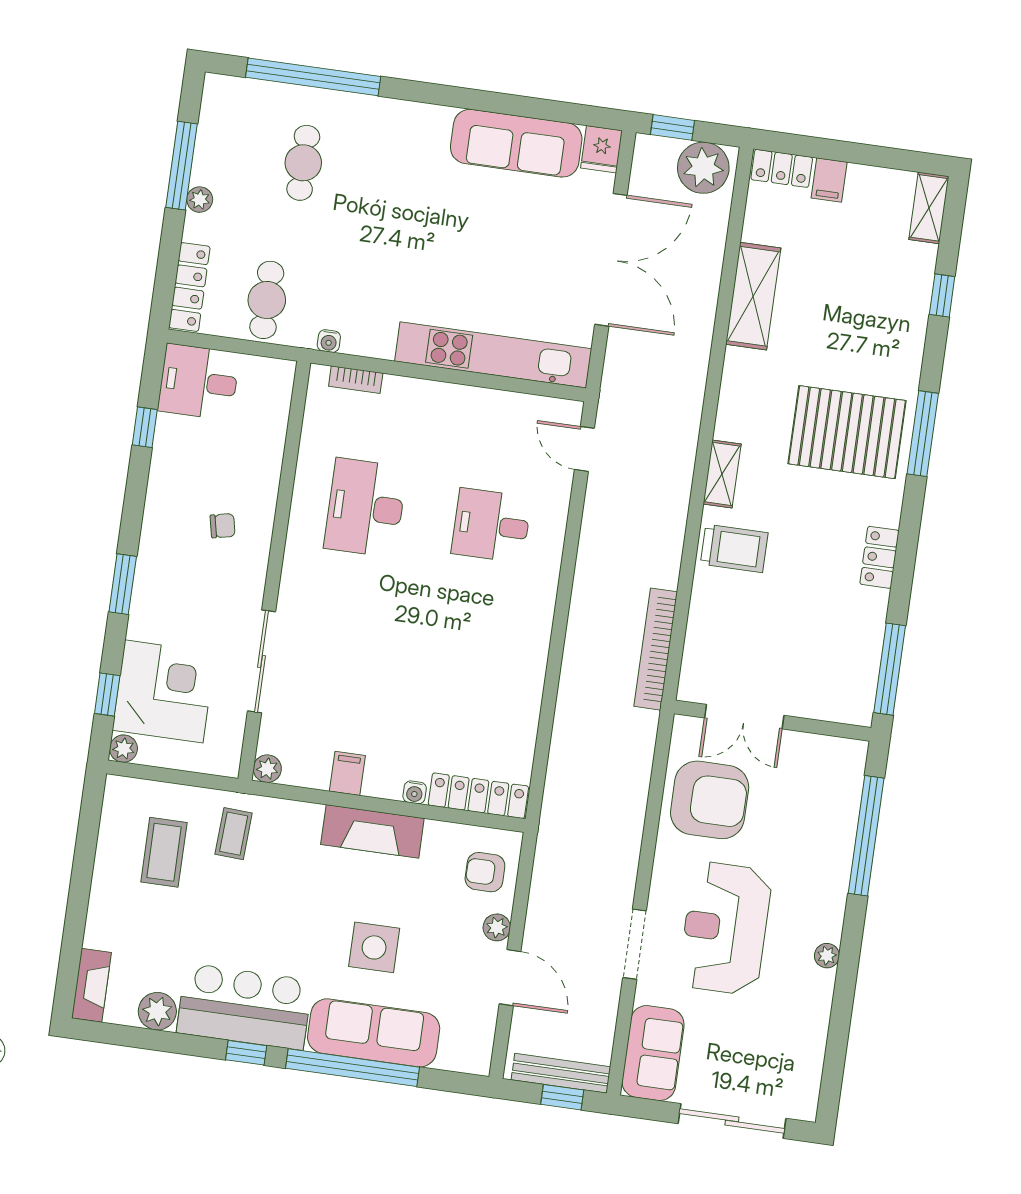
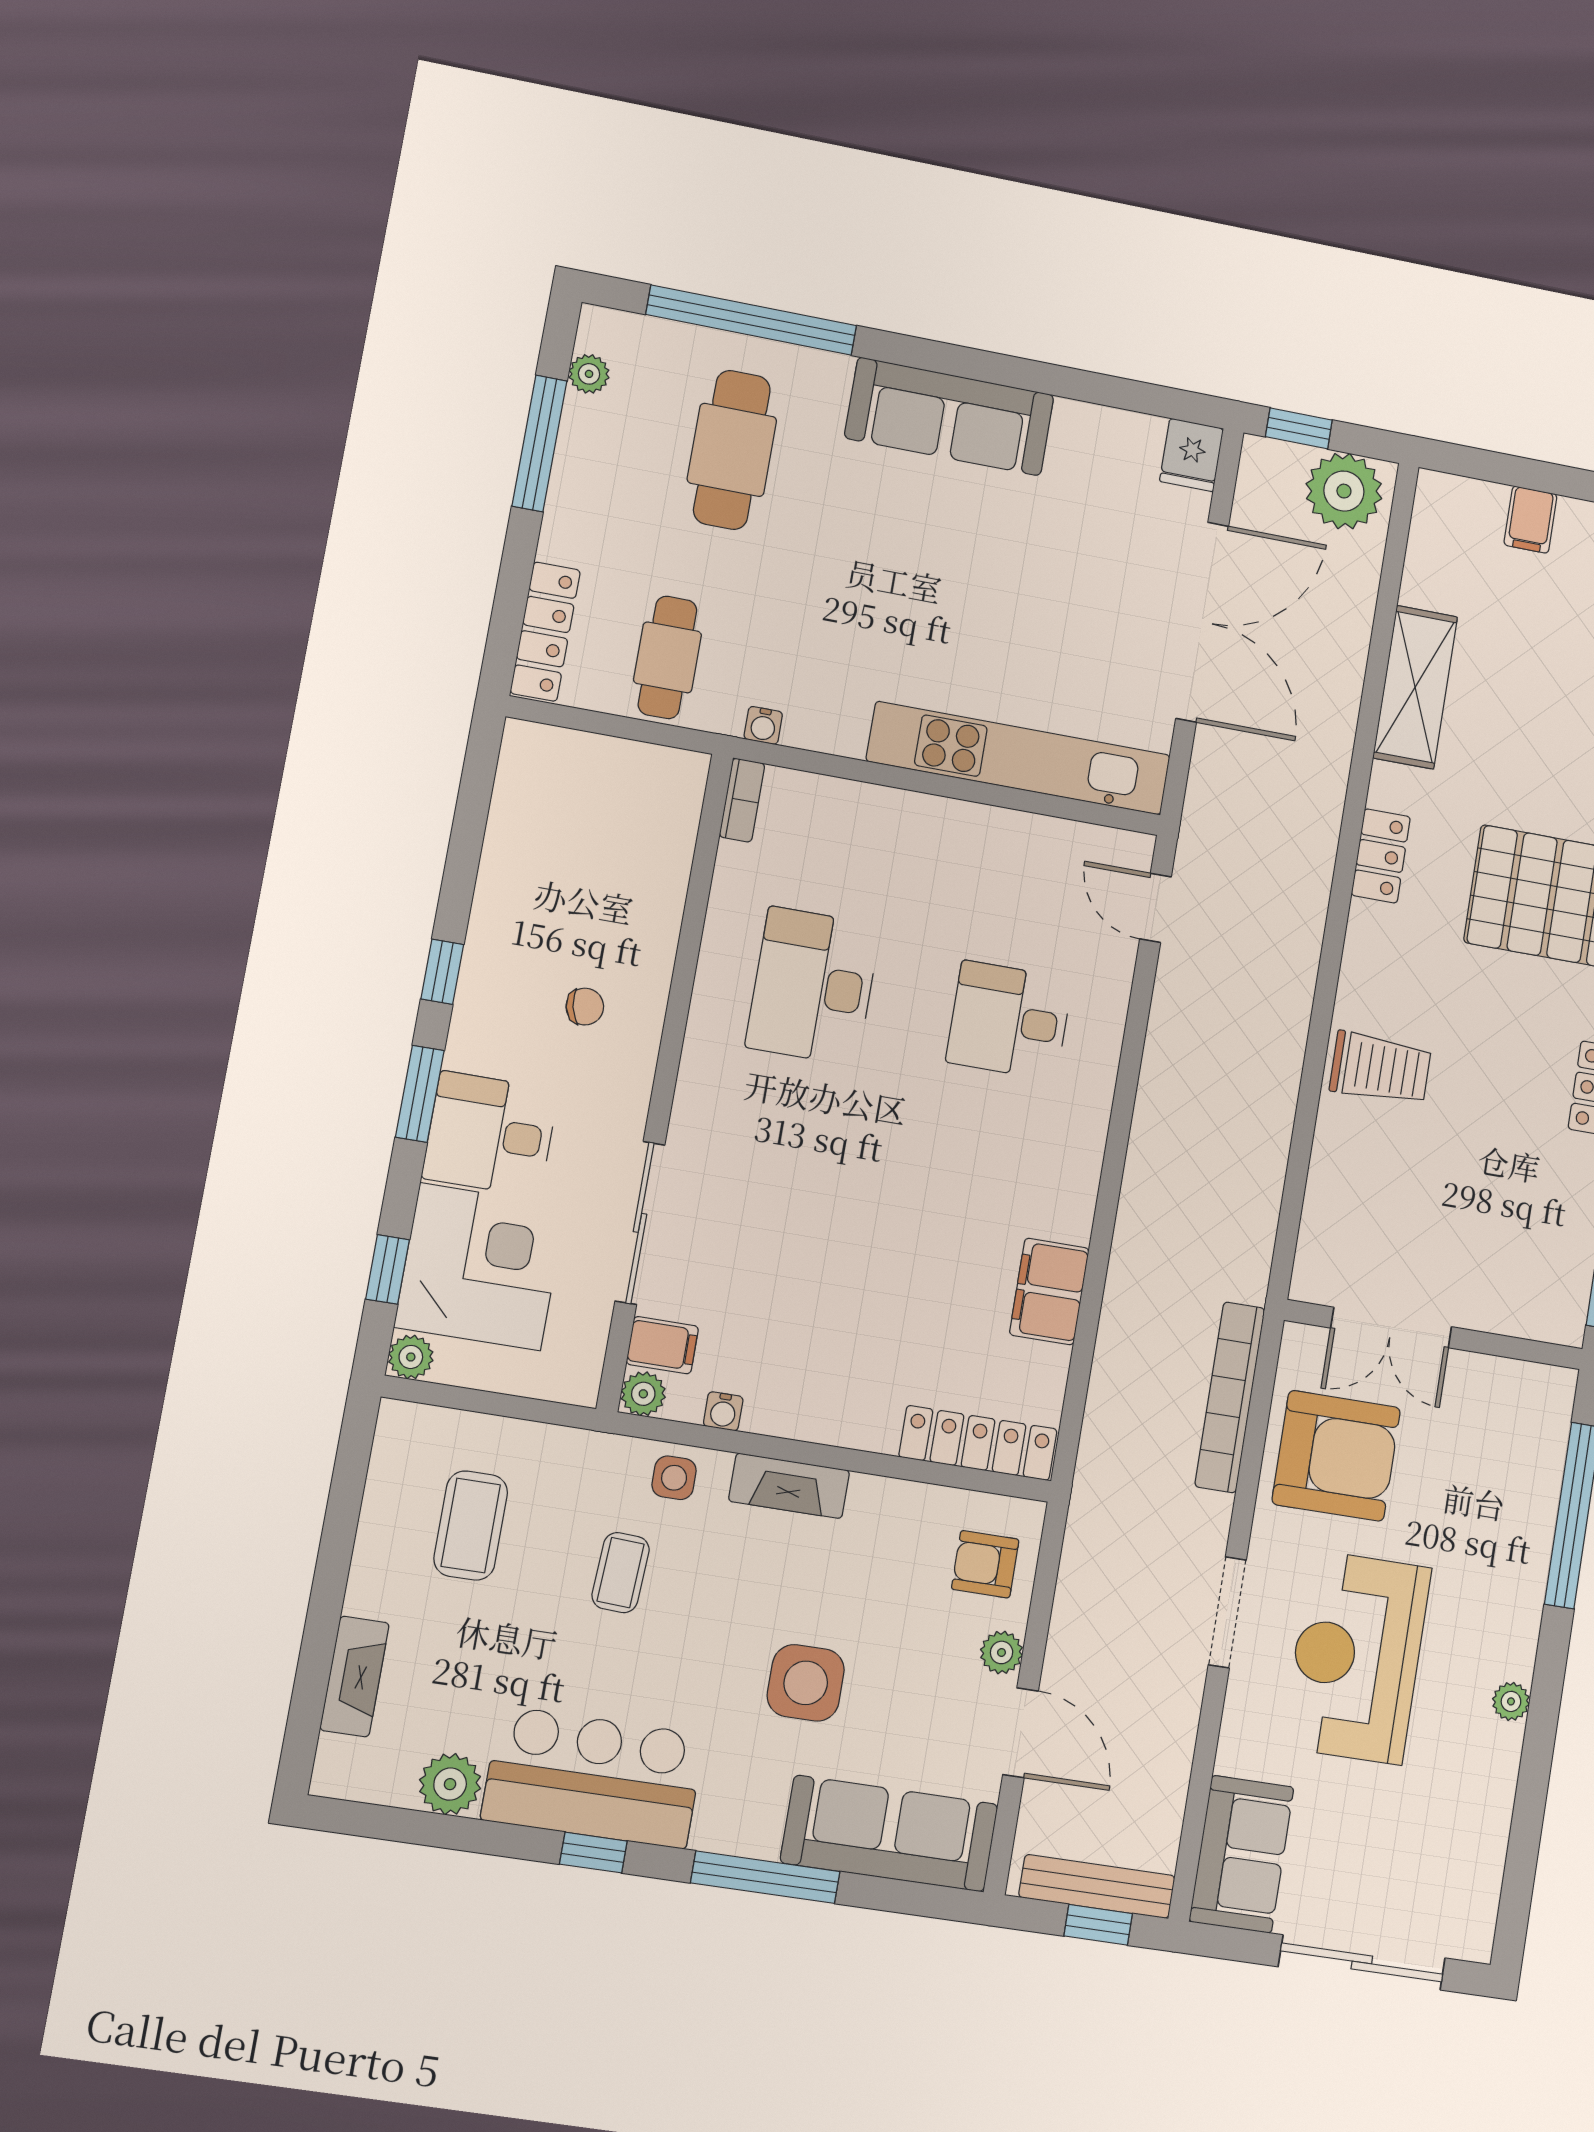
sofa: (516, 143) -> (949, 416), moved
cafe table: (303, 163) -> (732, 450), width x1.37, depth x1.35
locker: (782, 168) -> (1381, 856), moved, turned -90
plant: (200, 200) -> (589, 374), moved
bookcase: (356, 380) -> (742, 800), moved, turned -90
desk: (199, 382) -> (490, 1134), moved
window: (145, 427) -> (442, 972), moved
shelving: (722, 474) -> (1364, 954), removed
bookcase: (656, 649) -> (1230, 1397), moved
filing cabinet: (521, 699) -> (1049, 1291), added
filing cabinet: (347, 773) -> (662, 1345), moved, turned 90
water cooler: (415, 792) -> (723, 1411), moved
side table: (288, 821) -> (674, 1478), added
fireplace: (372, 831) -> (789, 1486), width x0.73, depth x0.76
coffee table: (234, 834) -> (621, 1573), moved
doorway: (635, 944) -> (1227, 1612), moved
fireplace: (92, 985) -> (355, 1677), moved
sofa: (374, 1033) -> (889, 1833), moved
window: (353, 1068) -> (765, 1877), width x0.68

